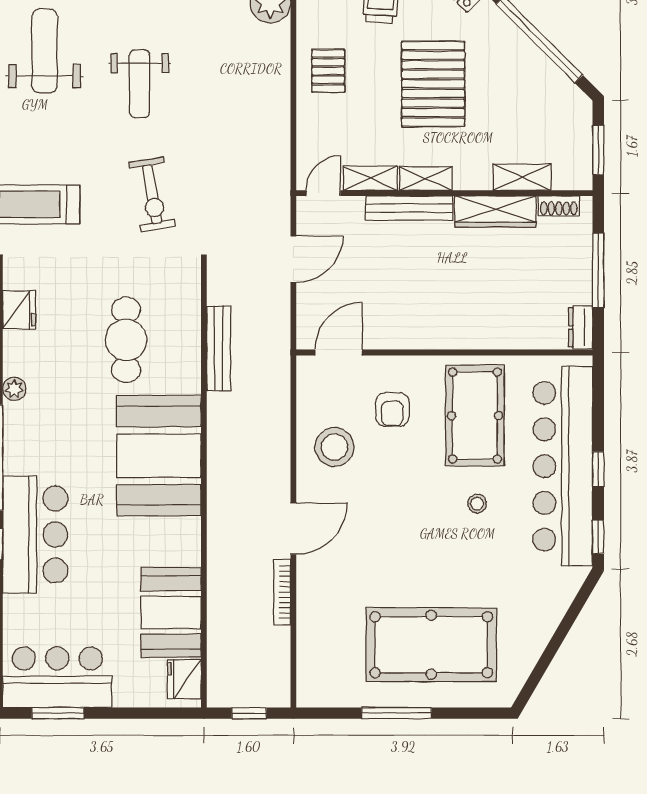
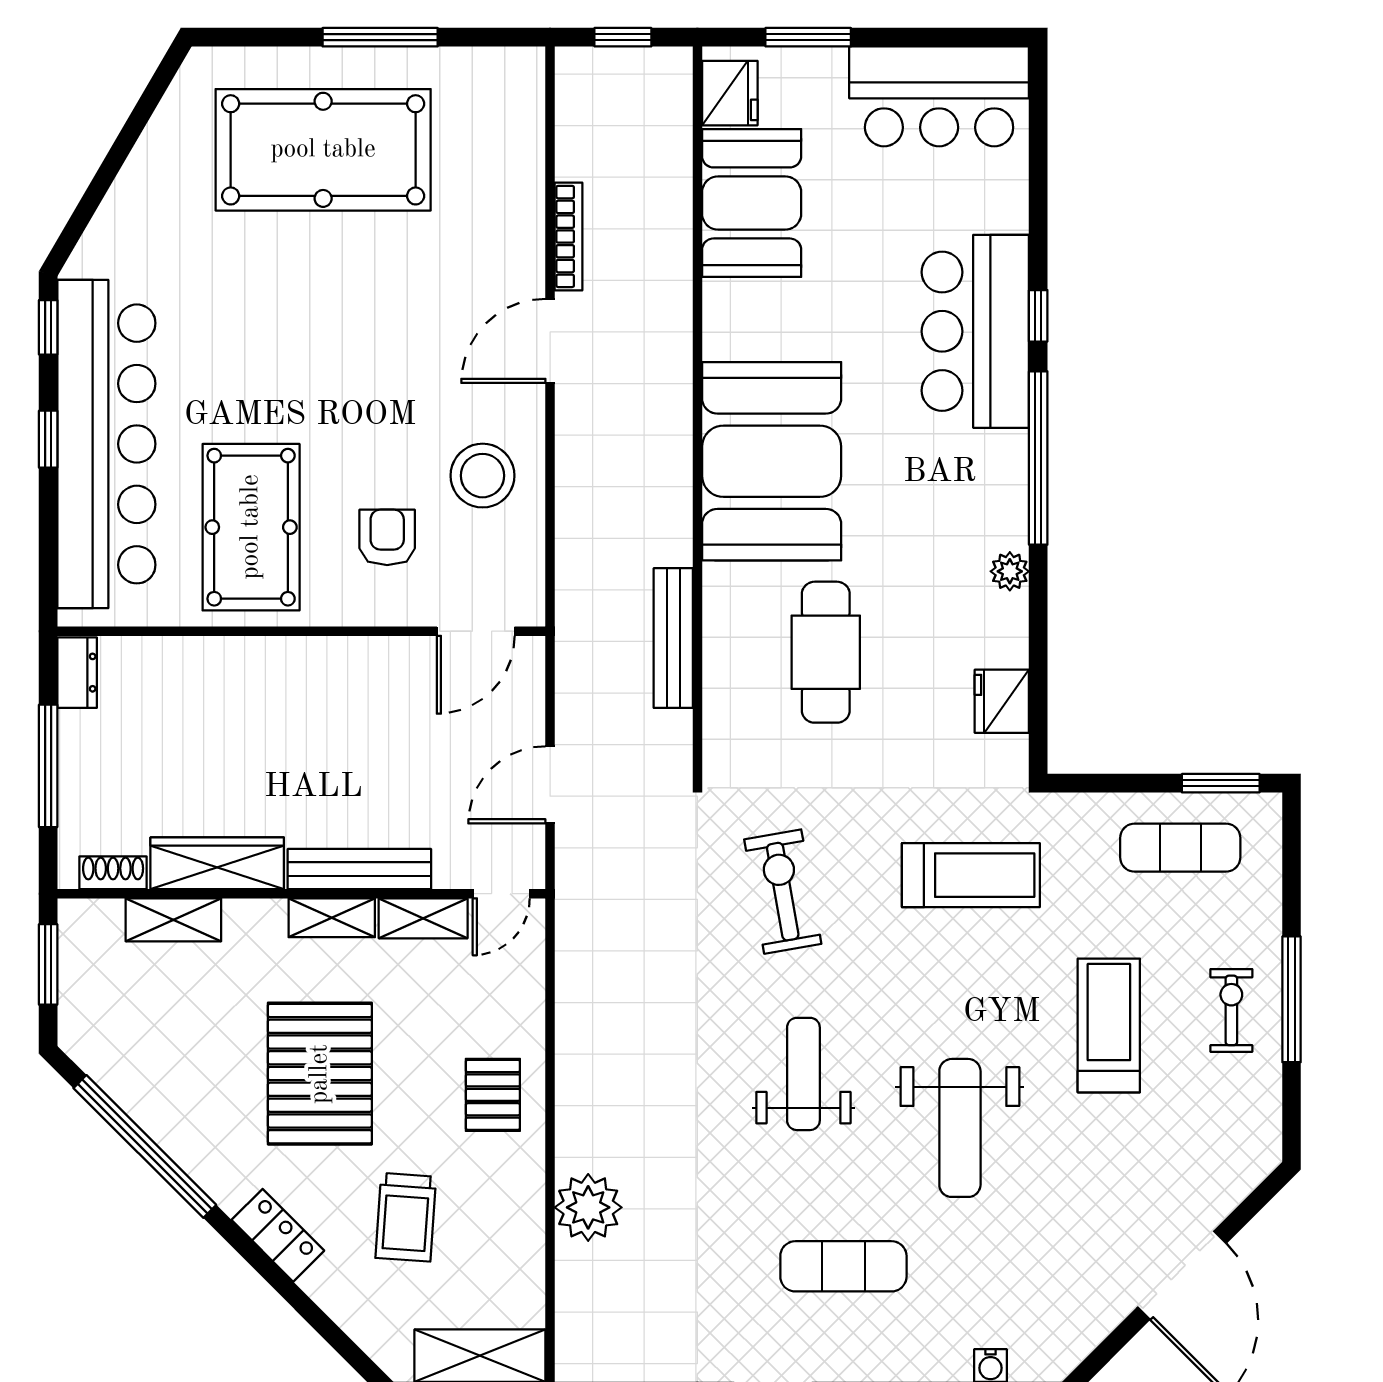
stool: (477, 504) -> (248, 382), removed
window: (58, 713) -> (808, 37), moved

